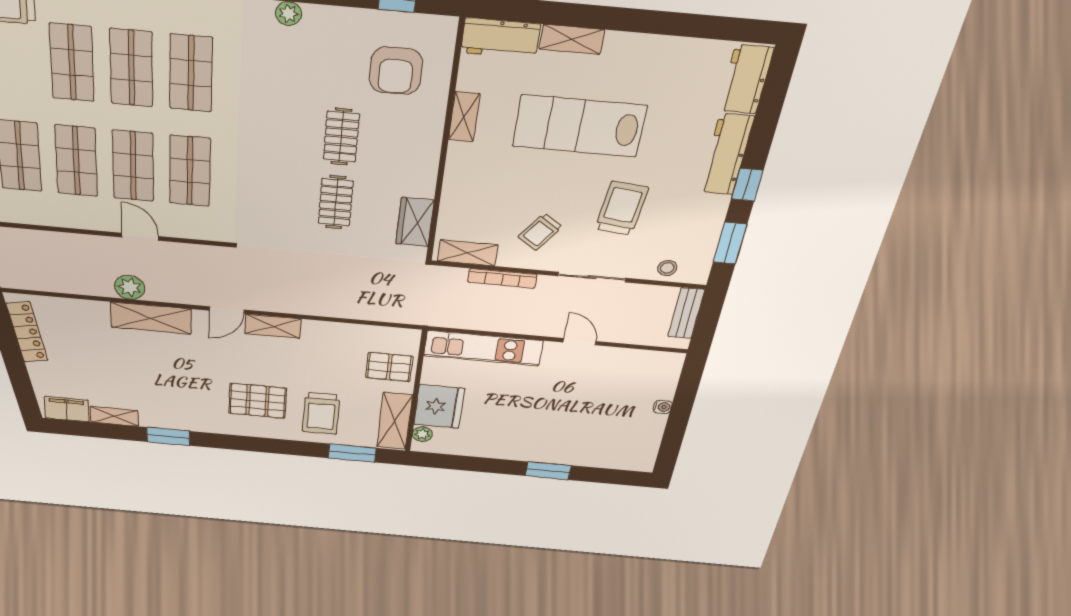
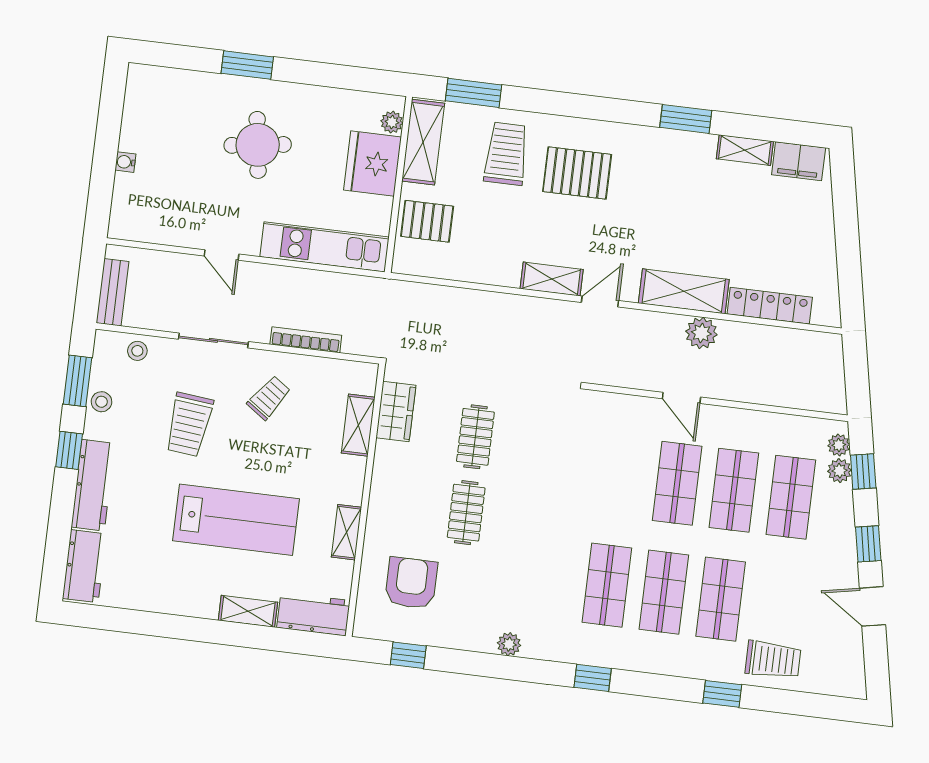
shop shelf: (190, 171) -> (620, 476), removed
stool: (708, 226) -> (101, 402), added
shelving: (468, 253) -> (358, 425), moved, turned 90
locker: (27, 332) -> (770, 306), moved, turned 101
round table: (542, 419) -> (258, 145), added

